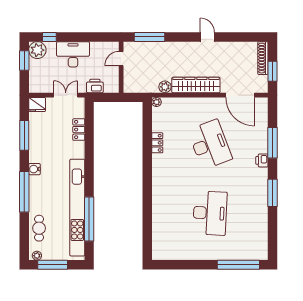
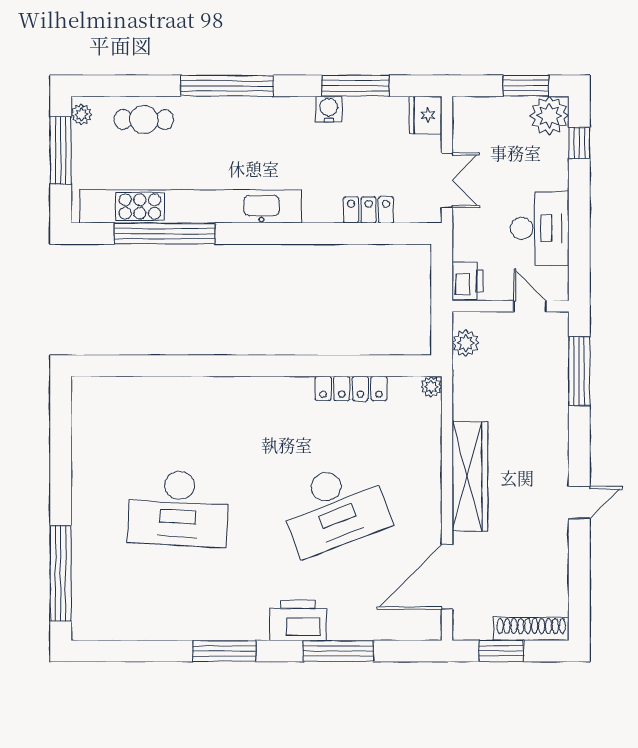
desk: (73, 54) -> (540, 228), moved
printer: (95, 86) -> (468, 281), moved
plant: (165, 87) -> (466, 343), moved
locker: (157, 143) -> (351, 388), width x1.53
printer: (262, 160) -> (298, 620), width x1.87, depth x1.48
water cooler: (35, 169) -> (329, 109), moved

